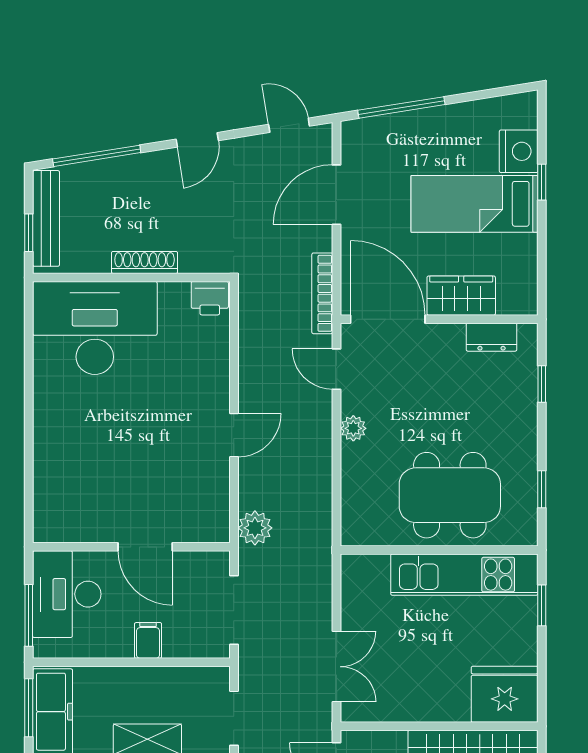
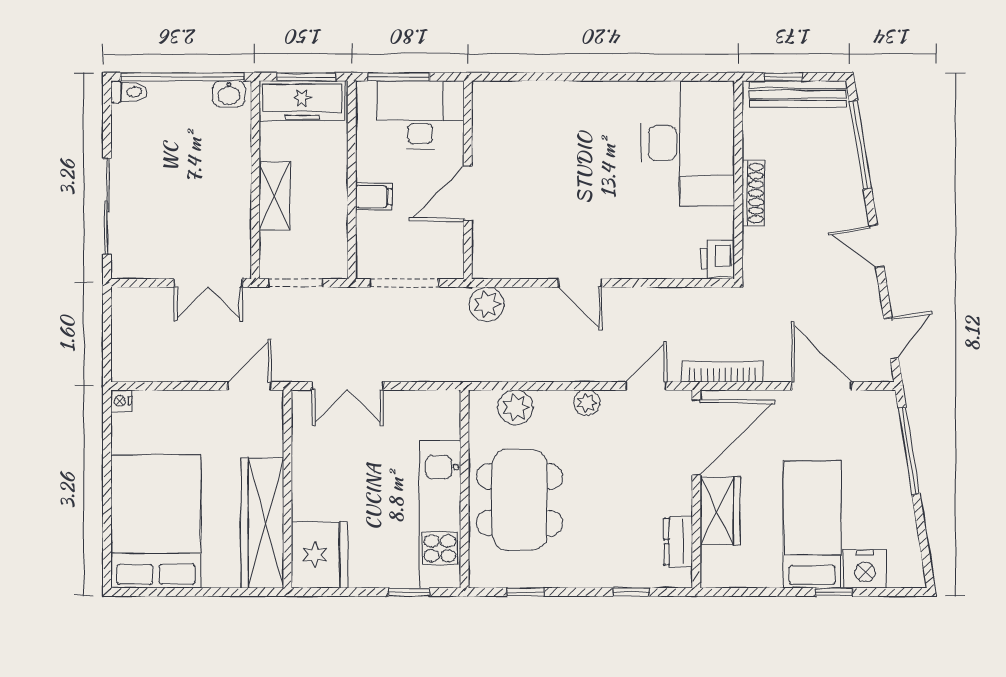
plant: (358, 499) -> (515, 407), added

